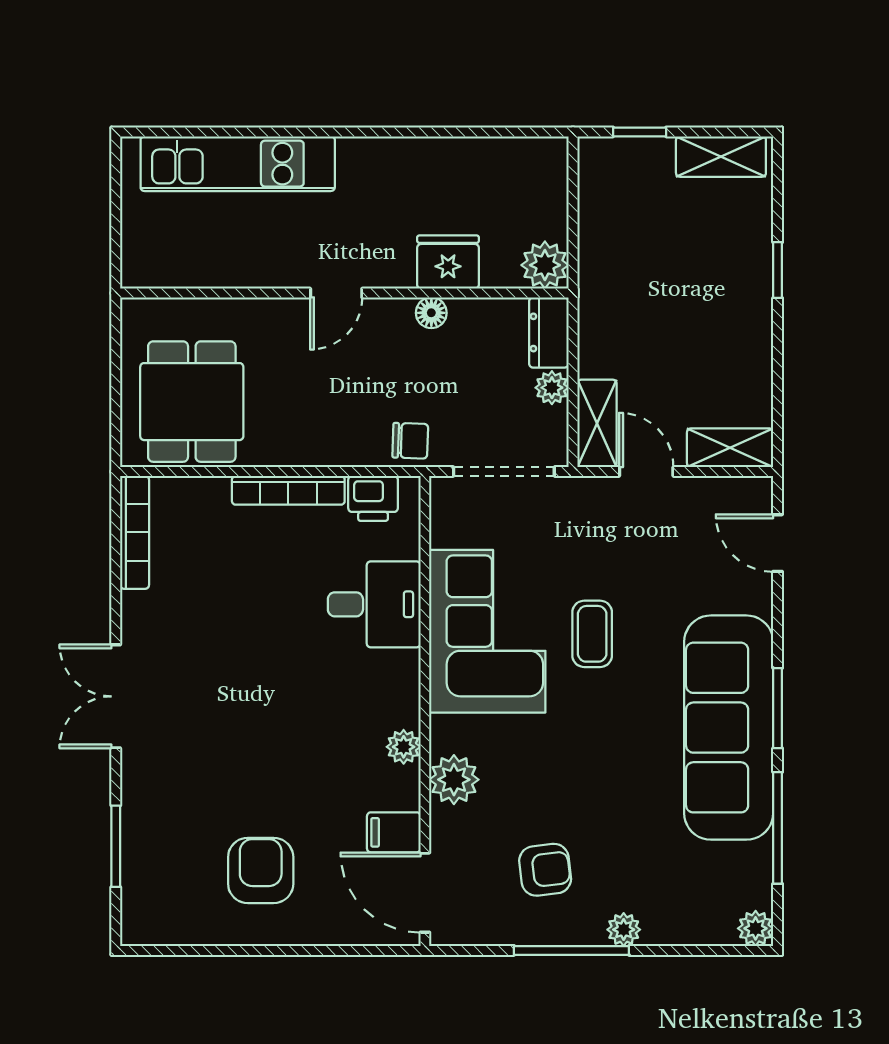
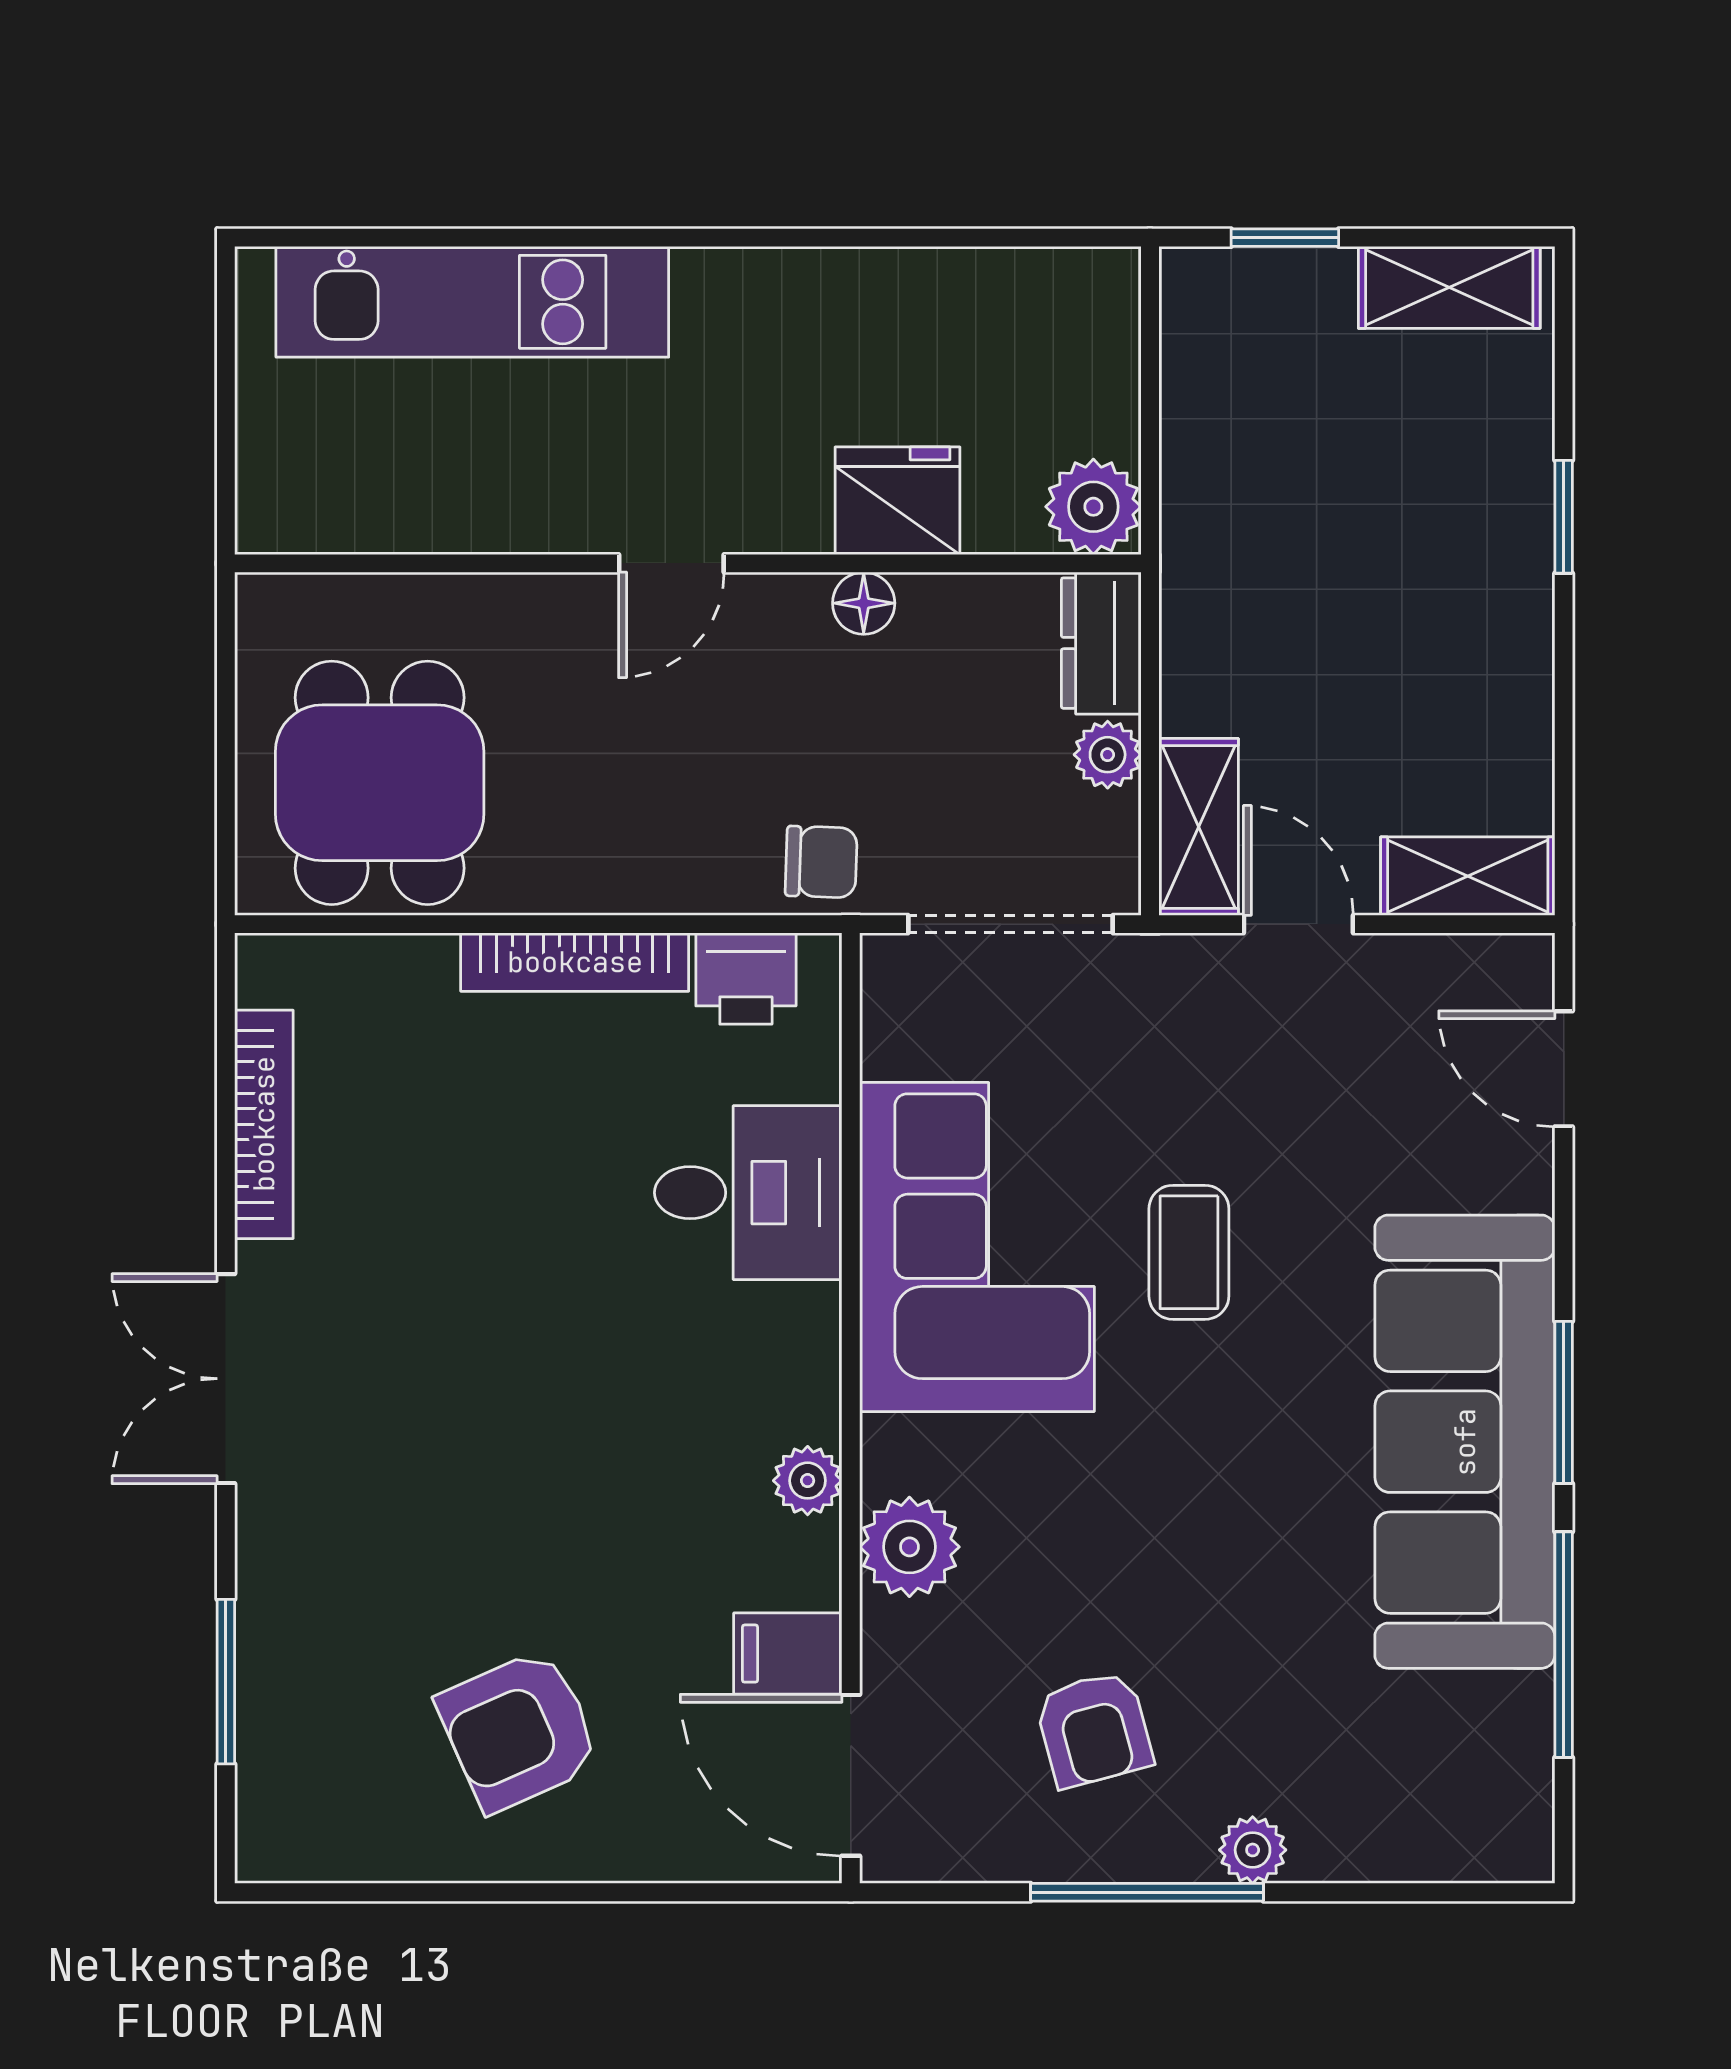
bookcase: (135, 532) -> (264, 1124), moved
armchair: (261, 870) -> (519, 1731), turned -114
armchair: (545, 870) -> (1094, 1729), turned 82
plant: (756, 928) -> (1519, 1848), removed

